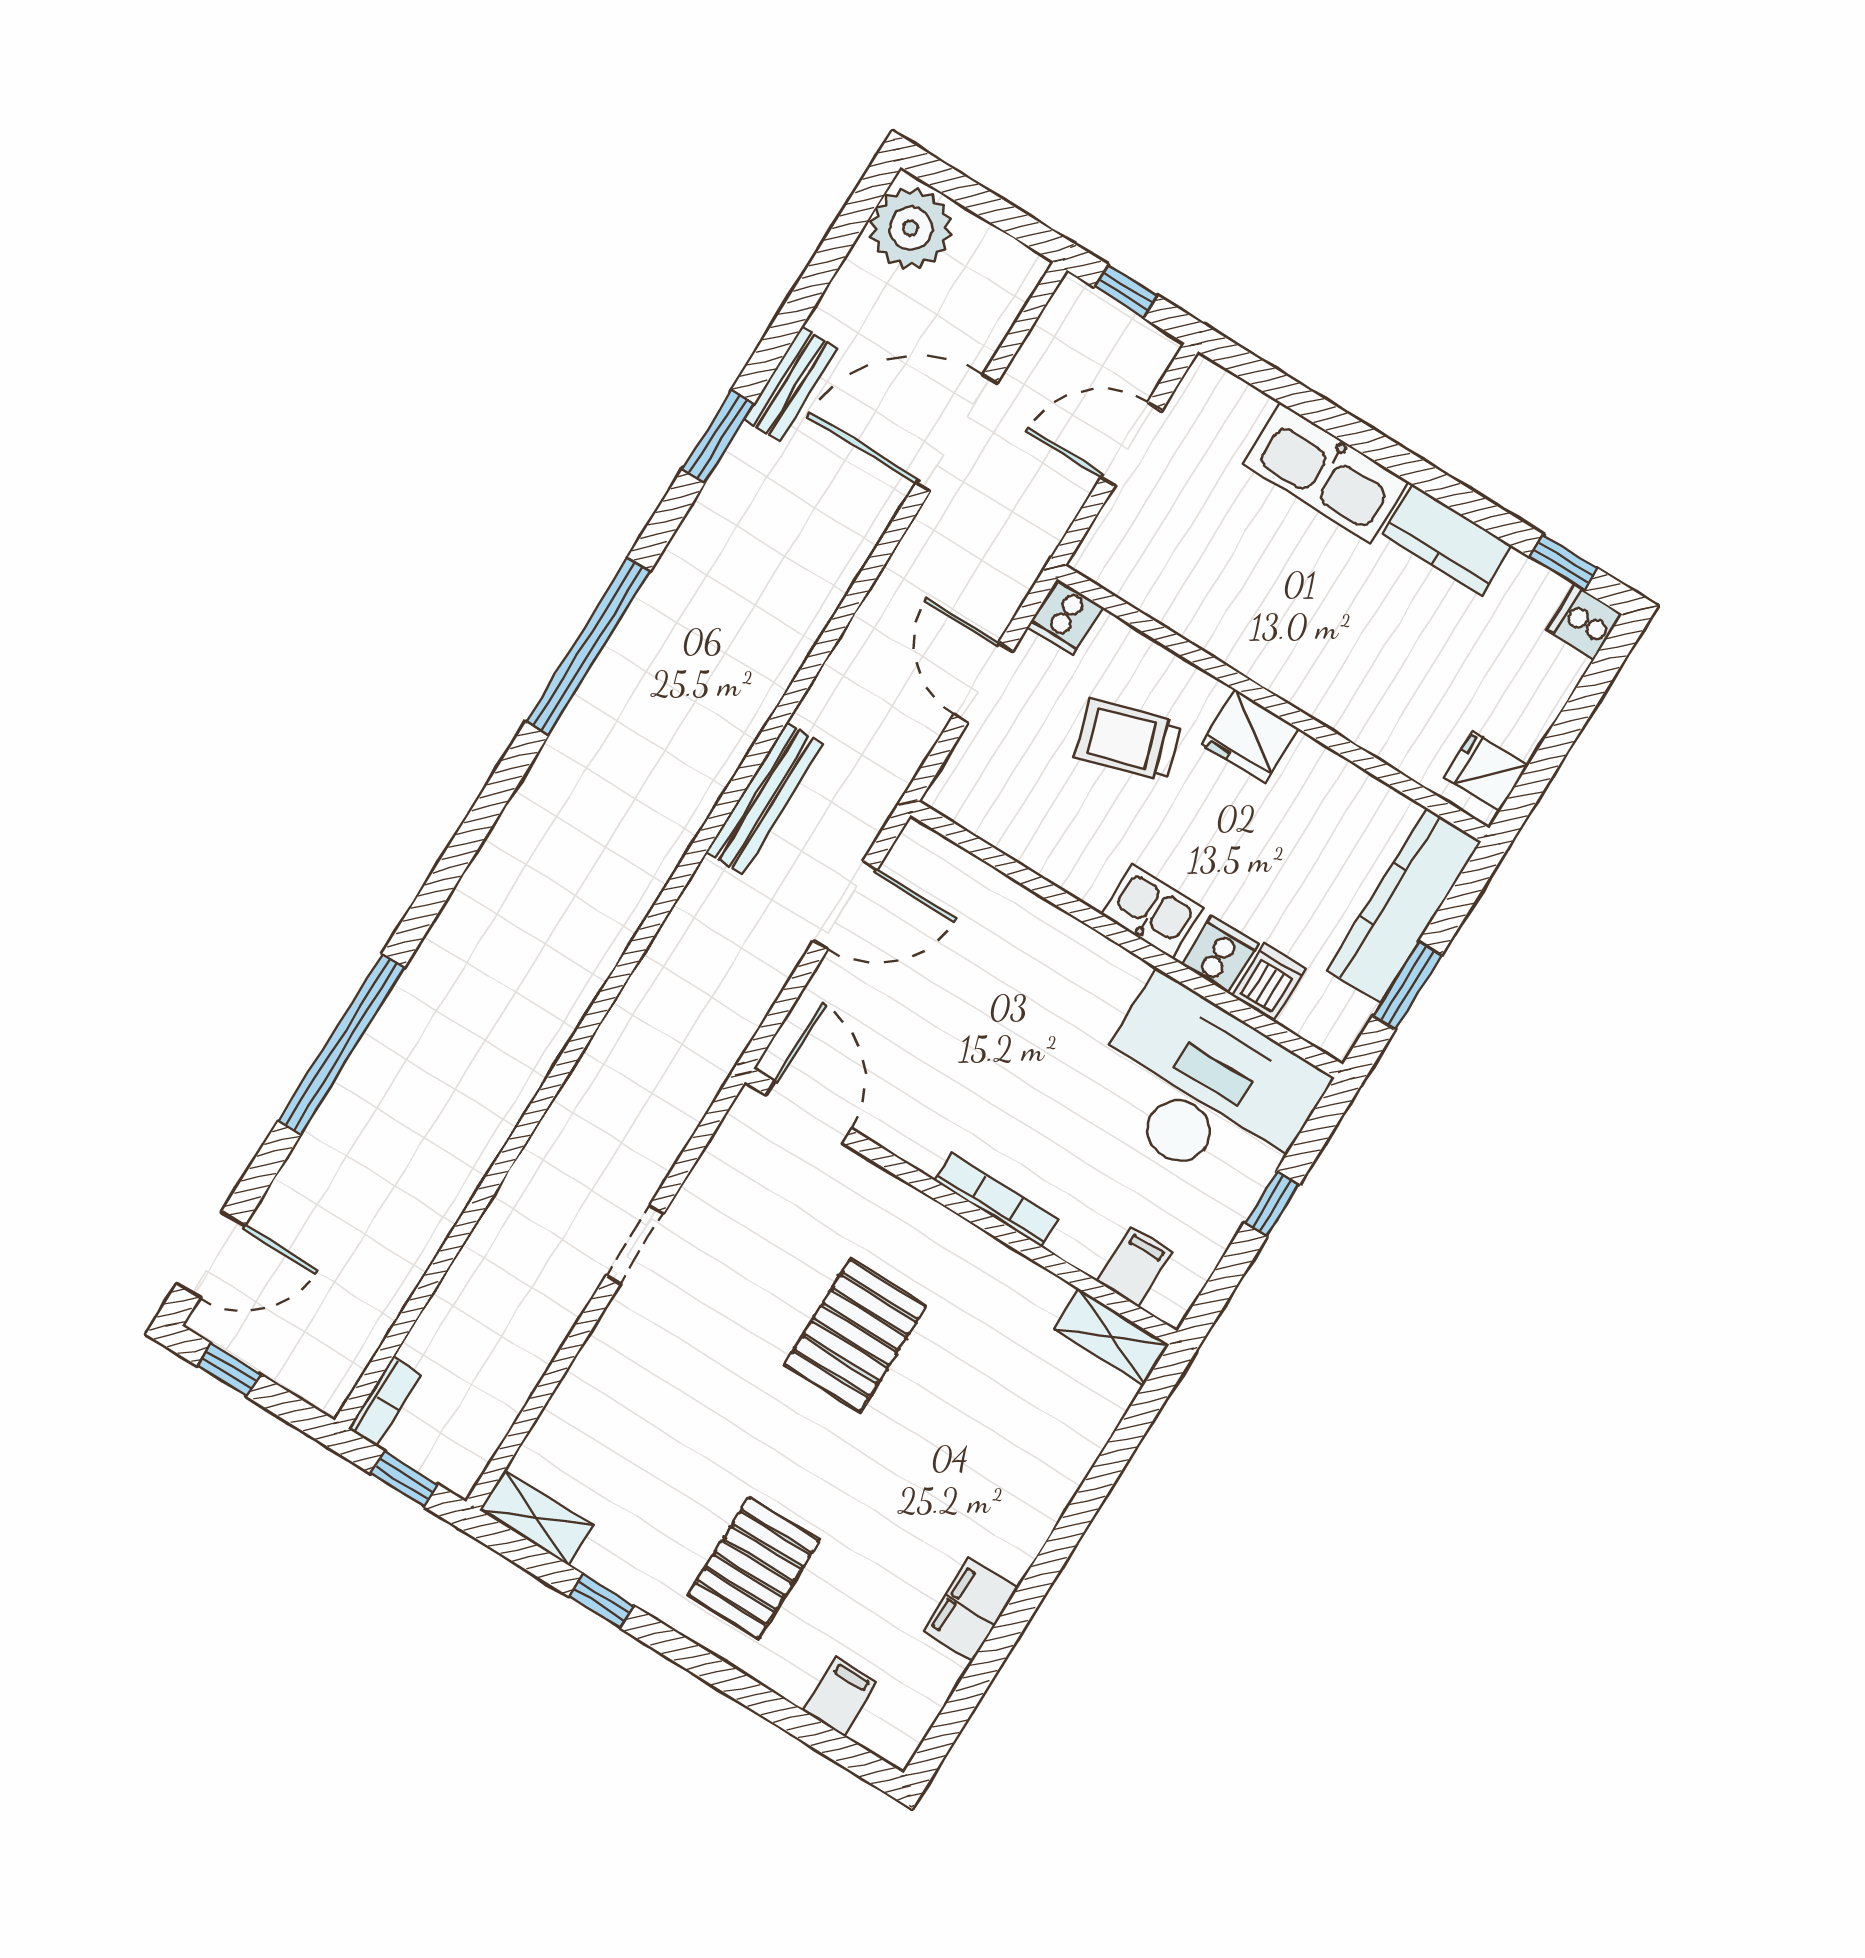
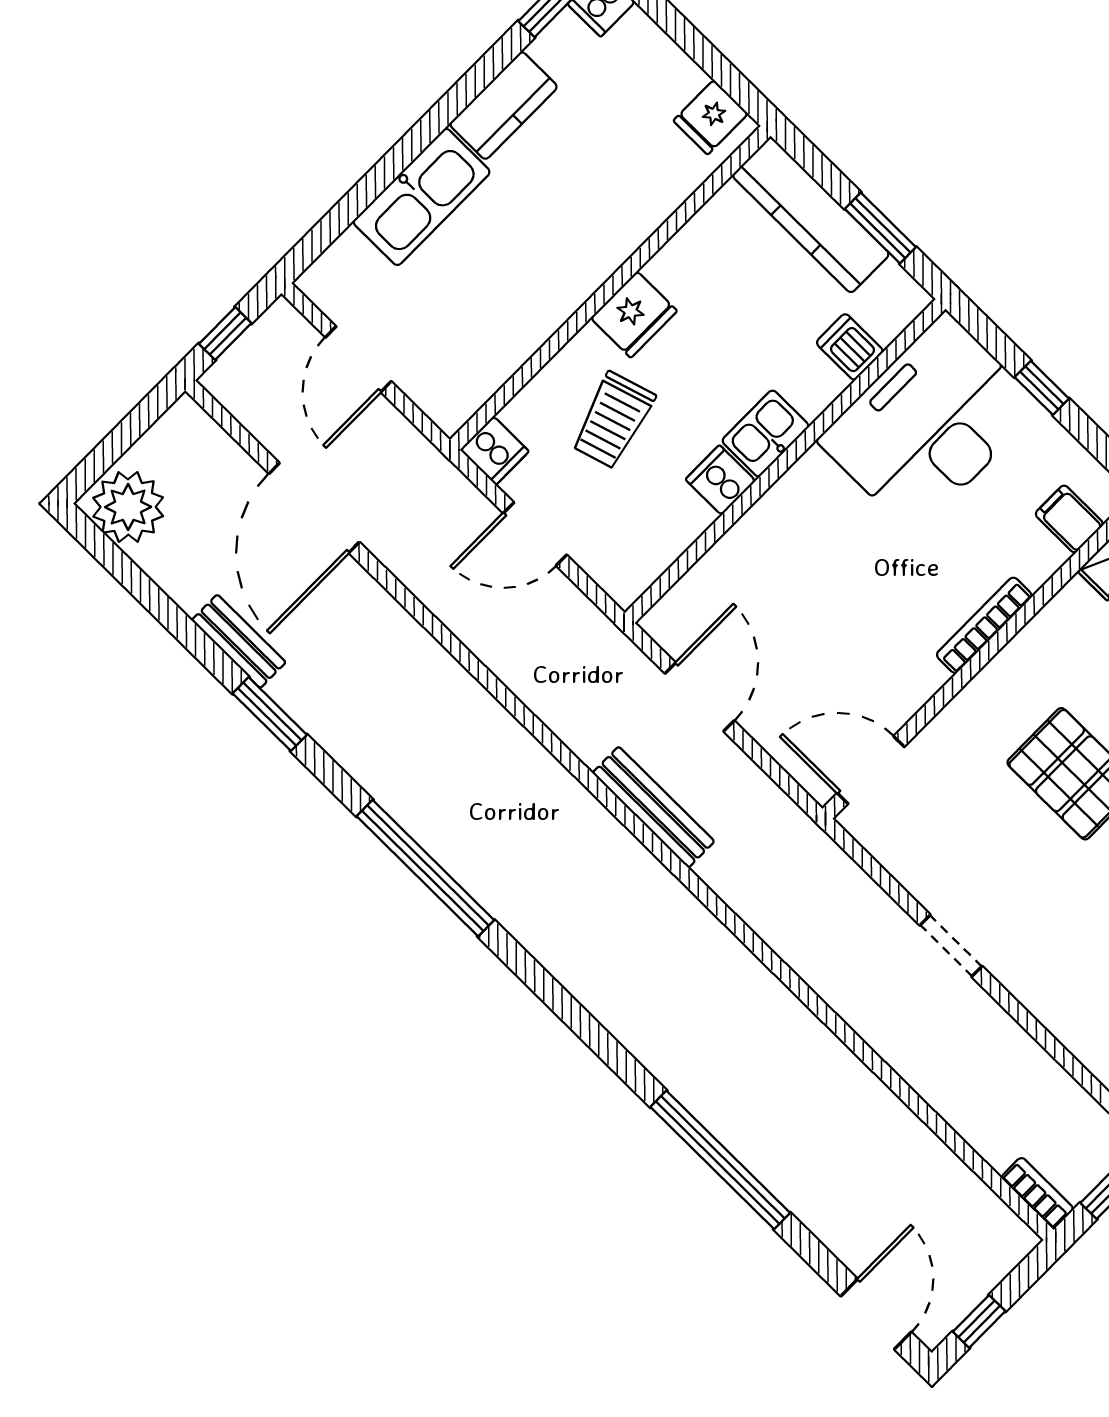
bench: (764, 798) -> (653, 807), moved
cooker: (1220, 954) -> (721, 480), moved

